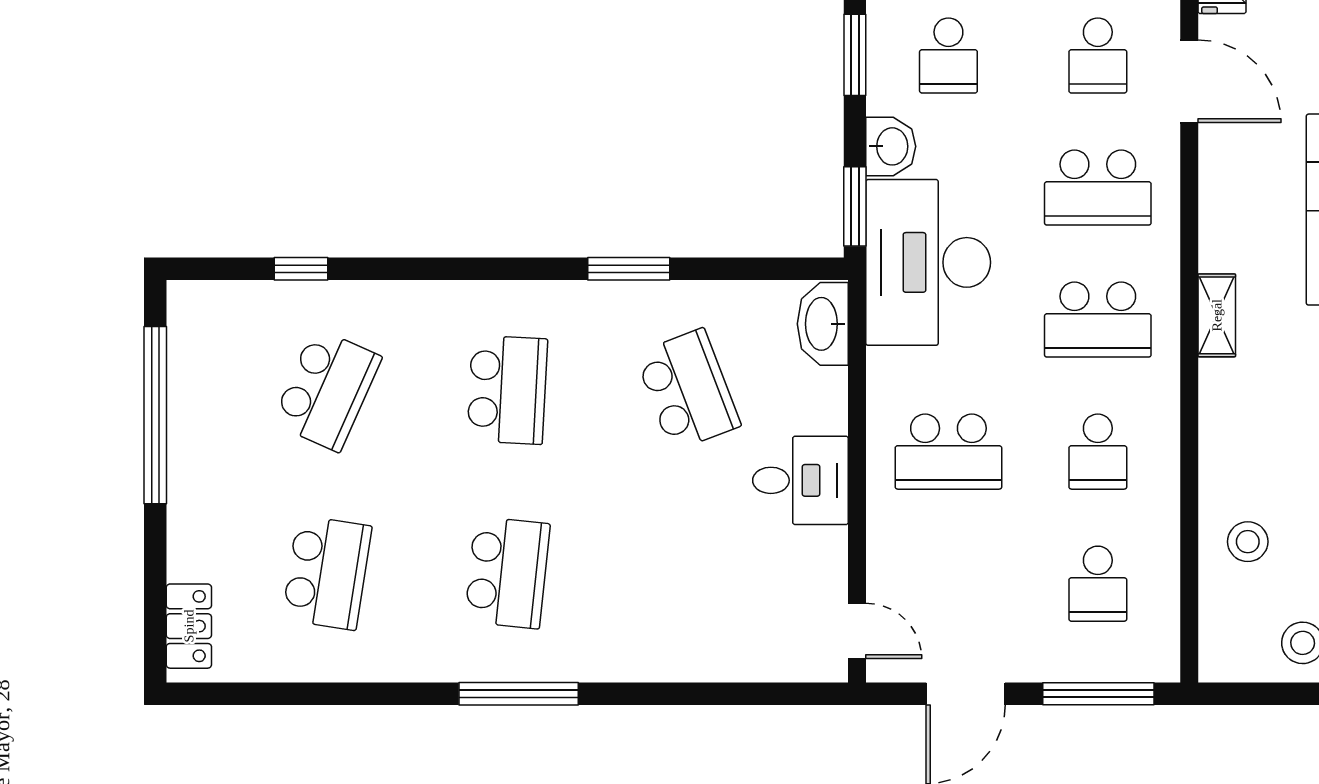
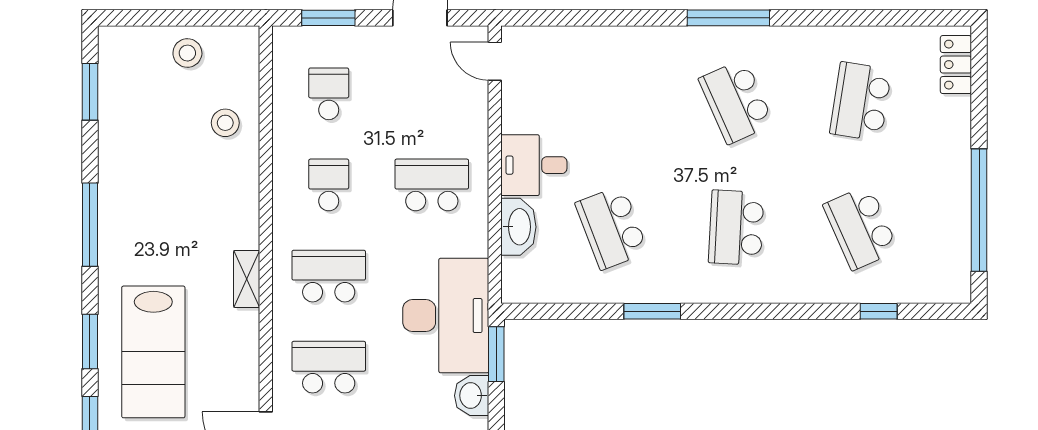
washbasin: (823, 324) -> (518, 227), moved
school desk: (327, 390) -> (861, 228), turned -48
school desk: (507, 573) -> (736, 101), turned -30
window: (1098, 694) -> (328, 18), width x0.69

